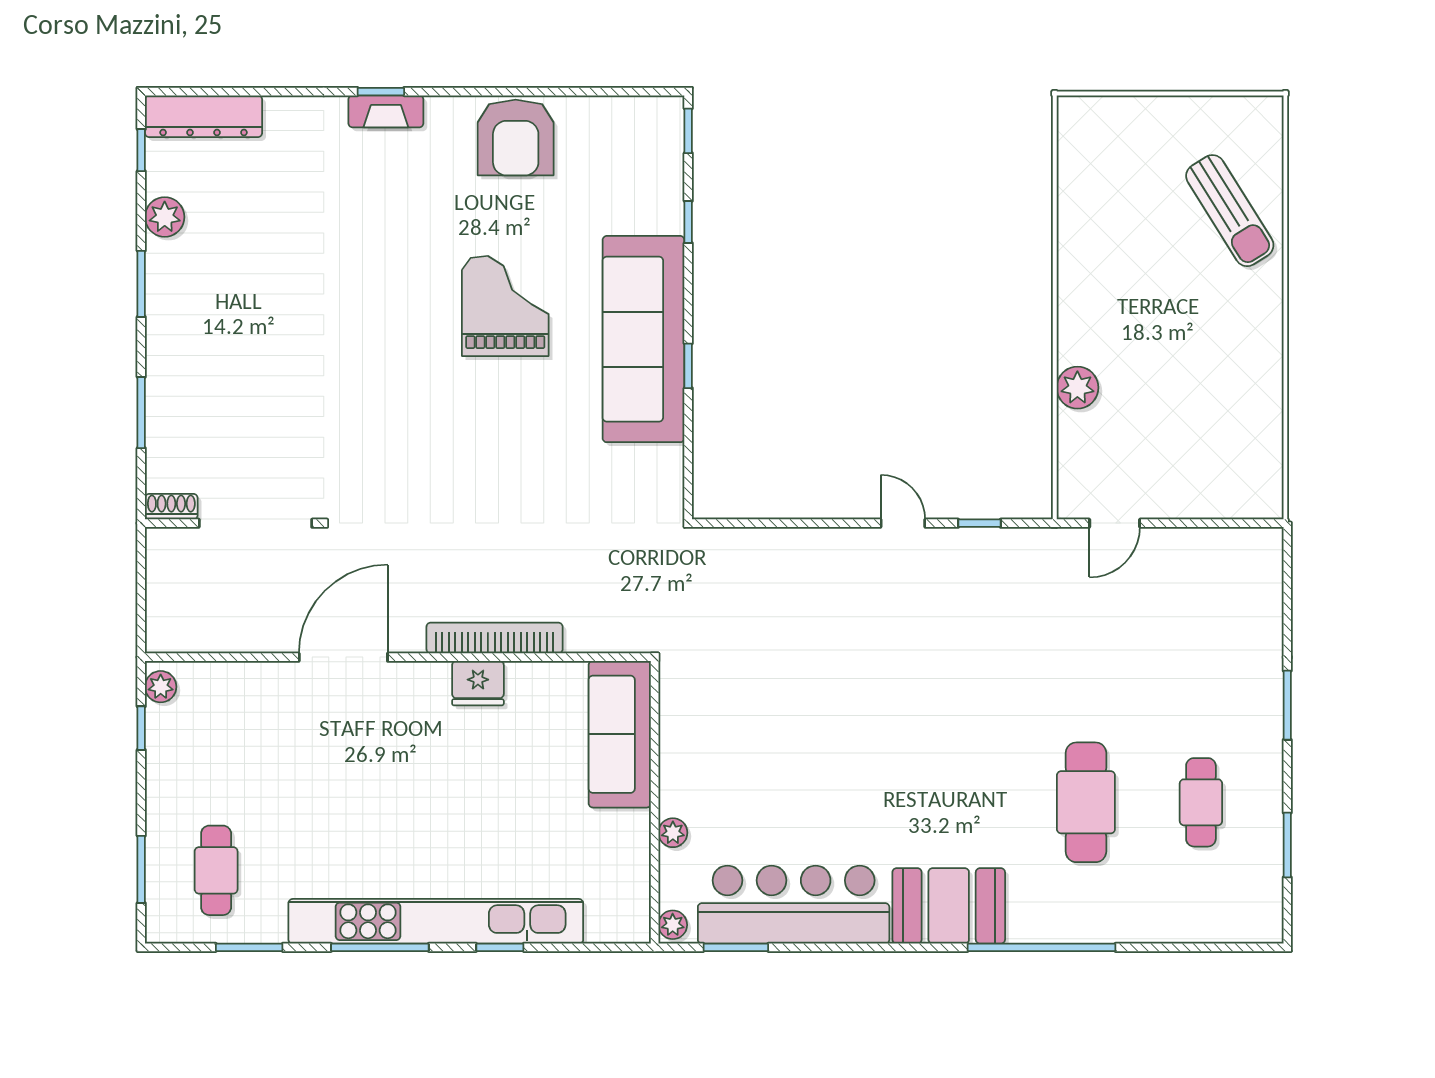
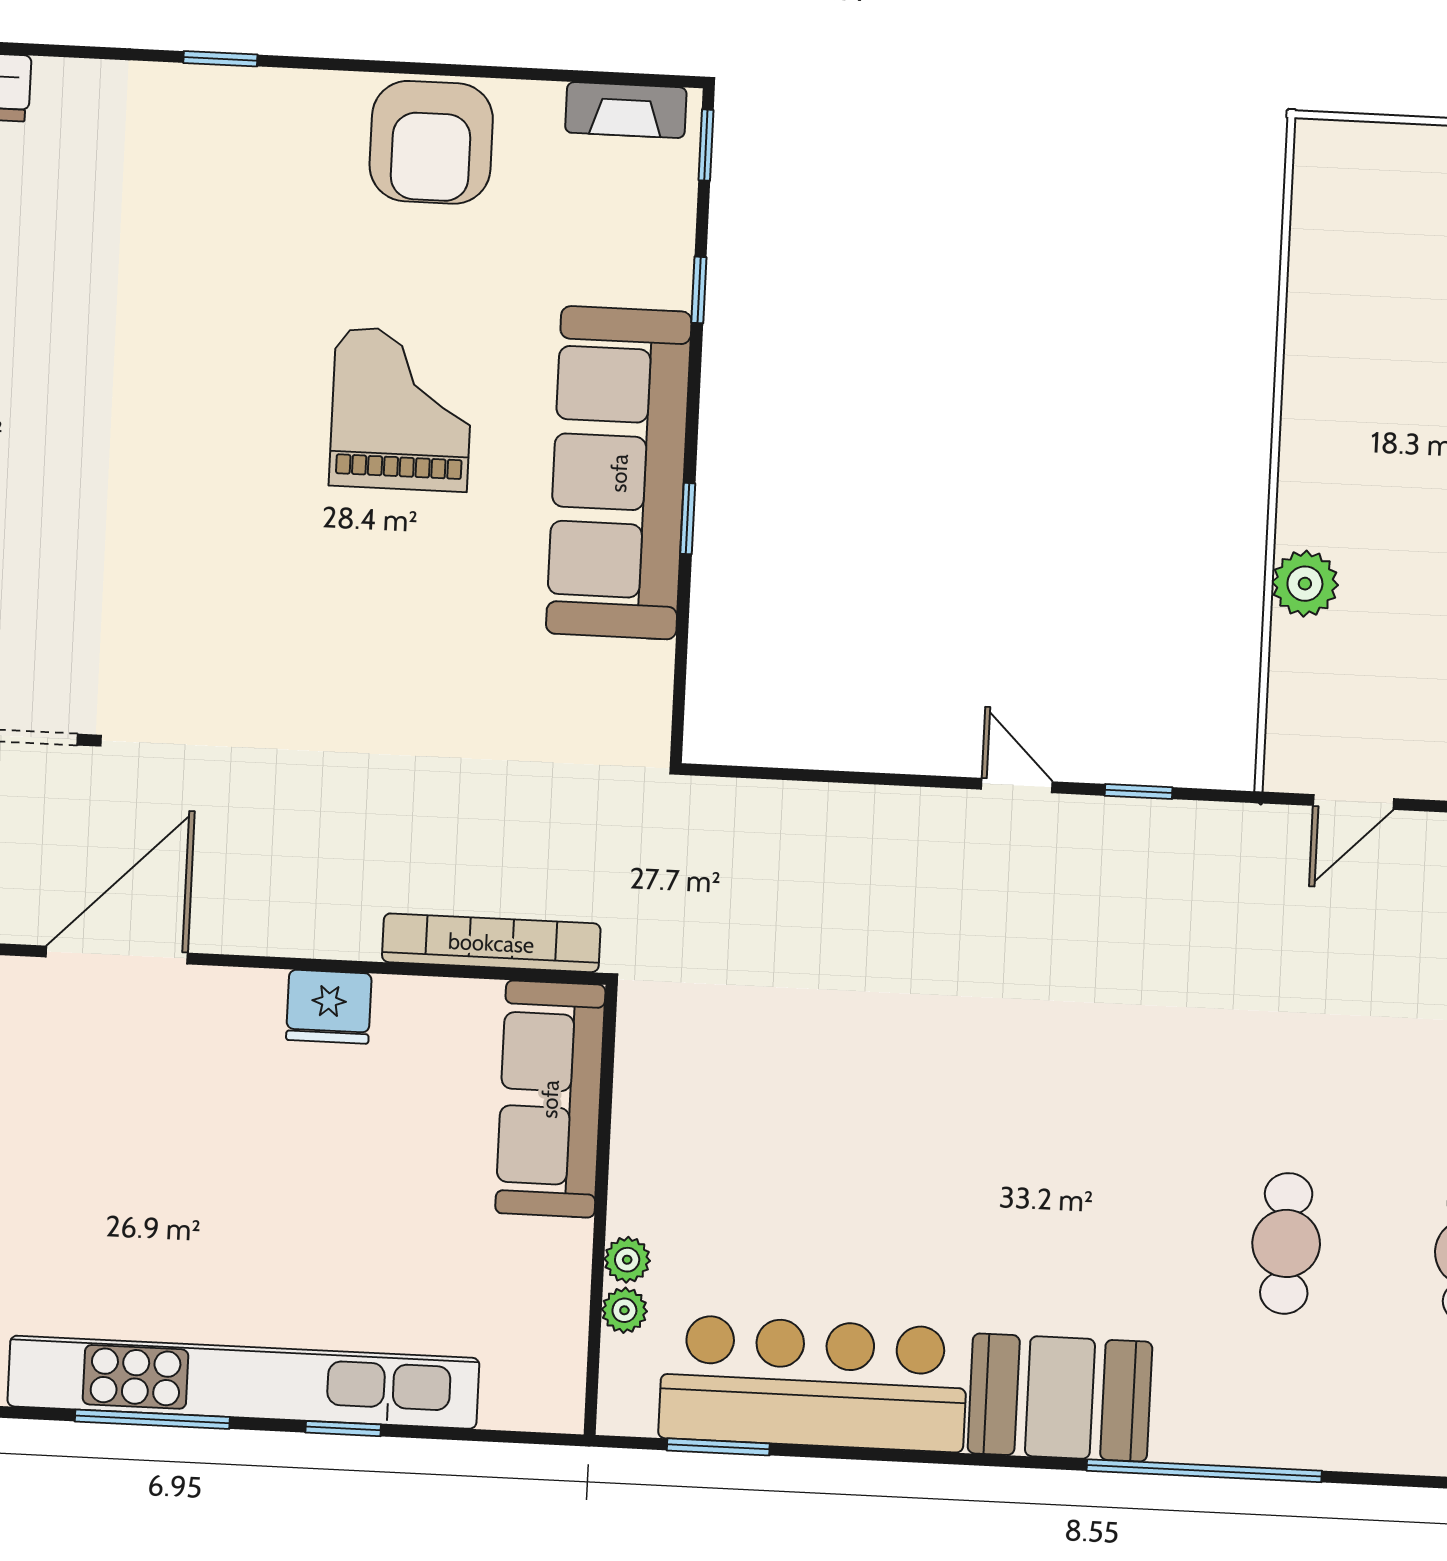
fireplace: (386, 111) -> (626, 110), moved
bookcase: (495, 638) -> (491, 943), moved
cafe table: (1086, 802) -> (1286, 1243), width x0.73, depth x0.74
plant: (673, 925) -> (624, 1310), moved

